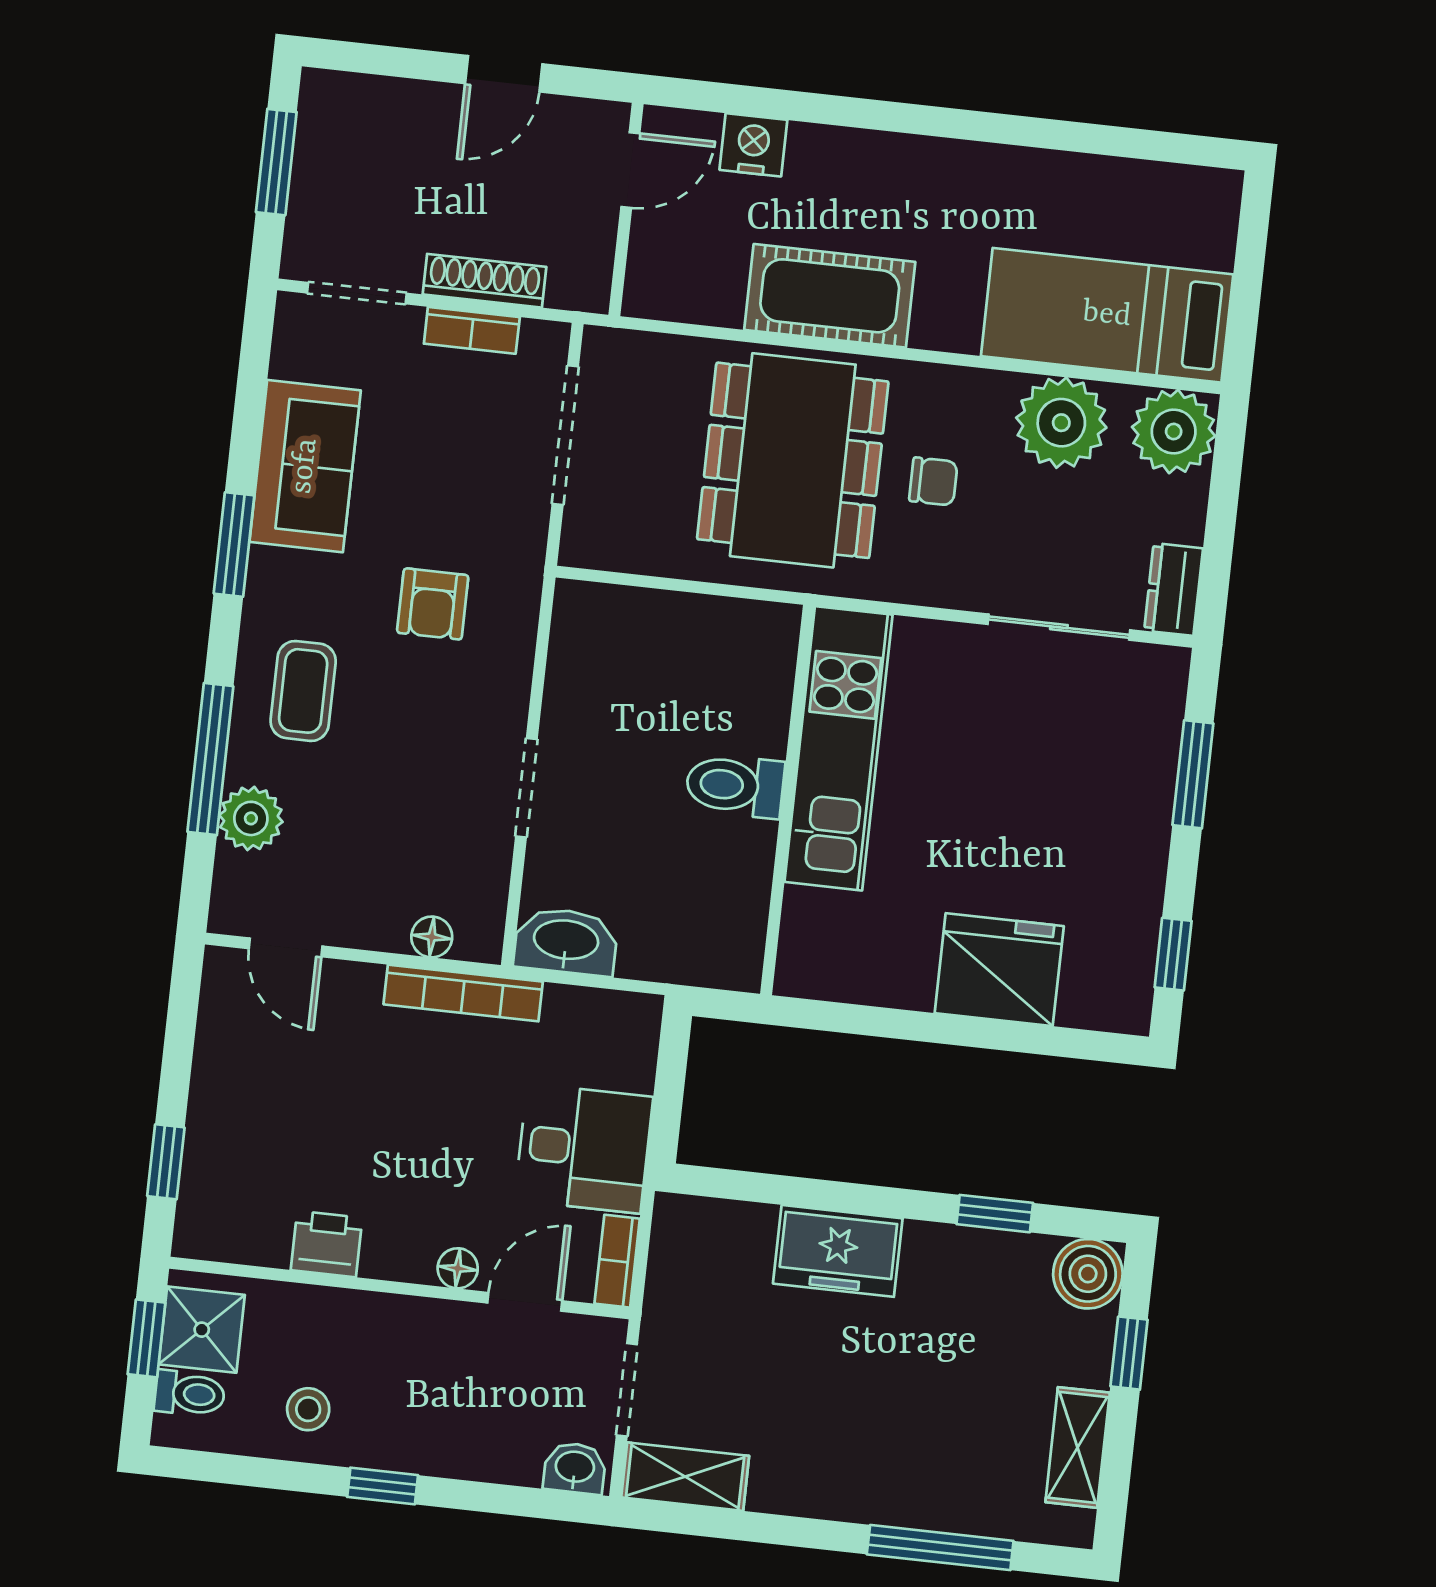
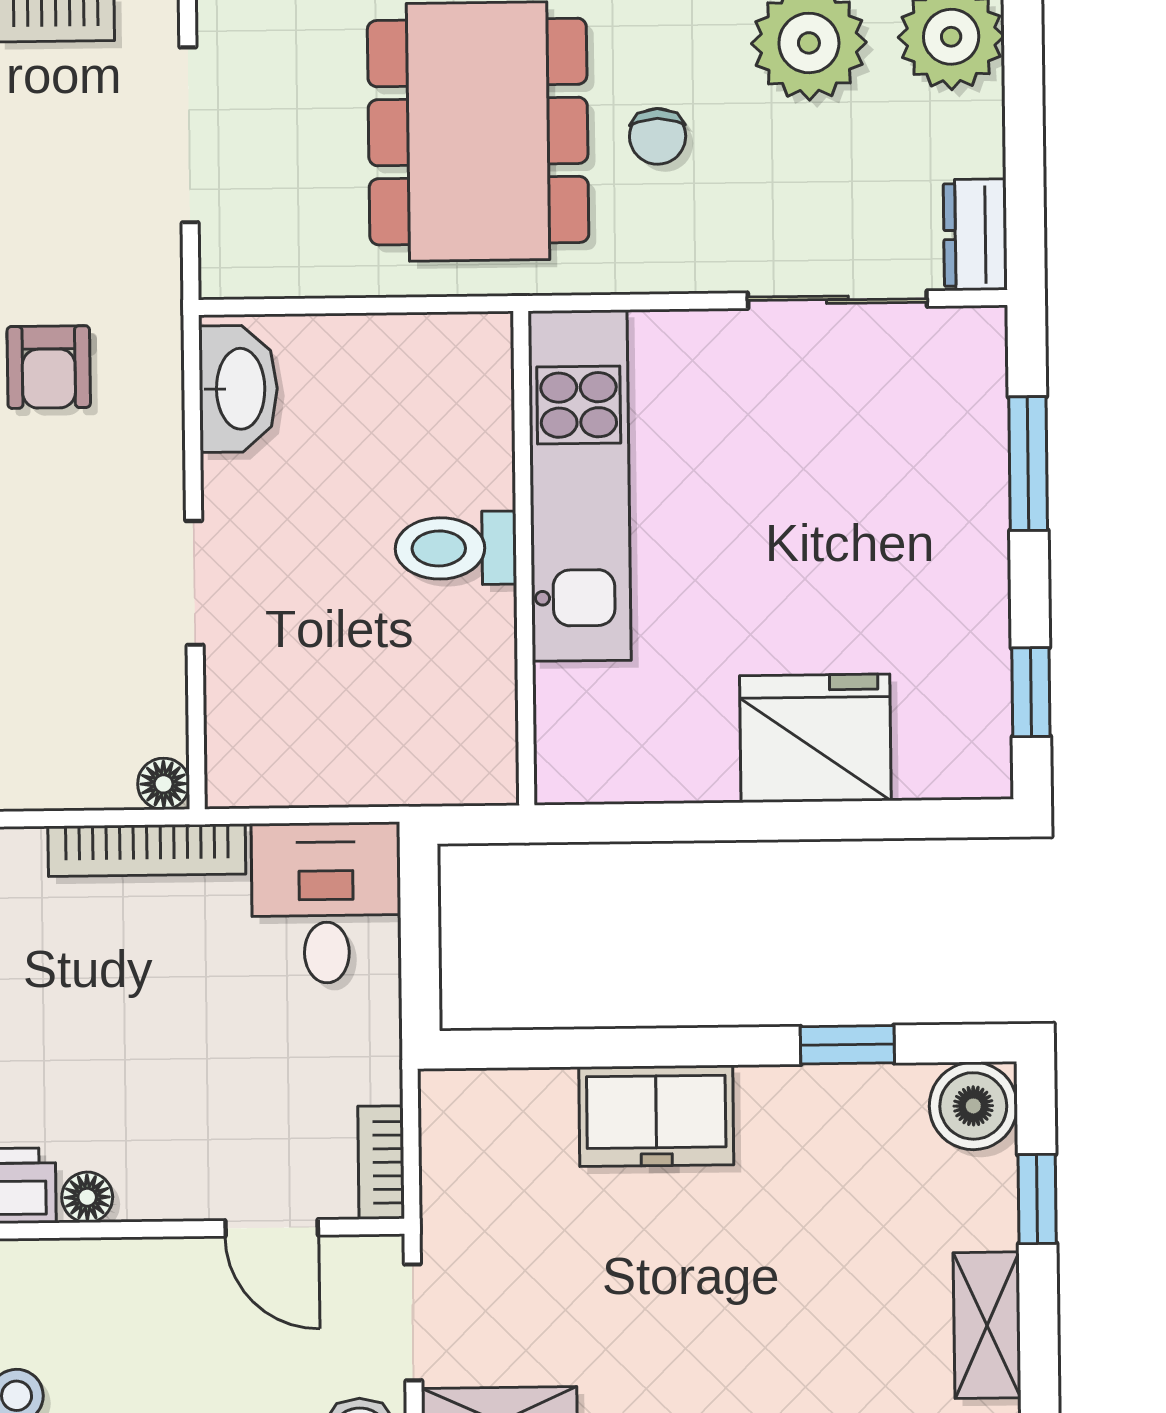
chair: (933, 481) -> (658, 136), turned 90
floor lamp: (432, 937) -> (164, 784), moved
washbasin: (566, 941) -> (238, 389), moved, turned 90
desk: (584, 1148) -> (326, 903), moved, turned -90
floor lamp: (458, 1268) -> (87, 1197), moved
door: (525, 1302) -> (272, 1228), swing flipped

